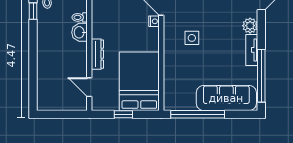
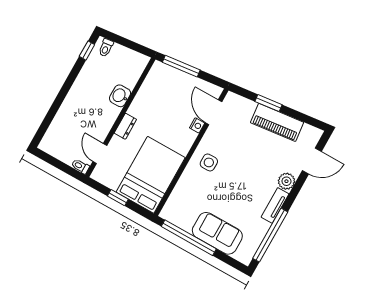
toilet: (80, 17) -> (80, 166), moved
side table: (192, 38) -> (209, 162), moved
dresser: (97, 54) -> (125, 126), width x0.70
sofa: (226, 98) -> (217, 233), width x0.73

